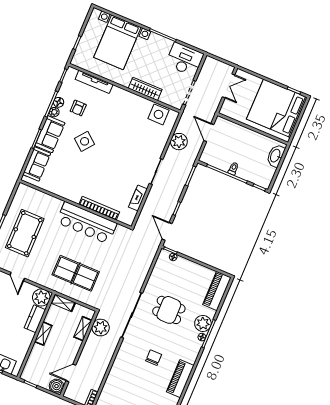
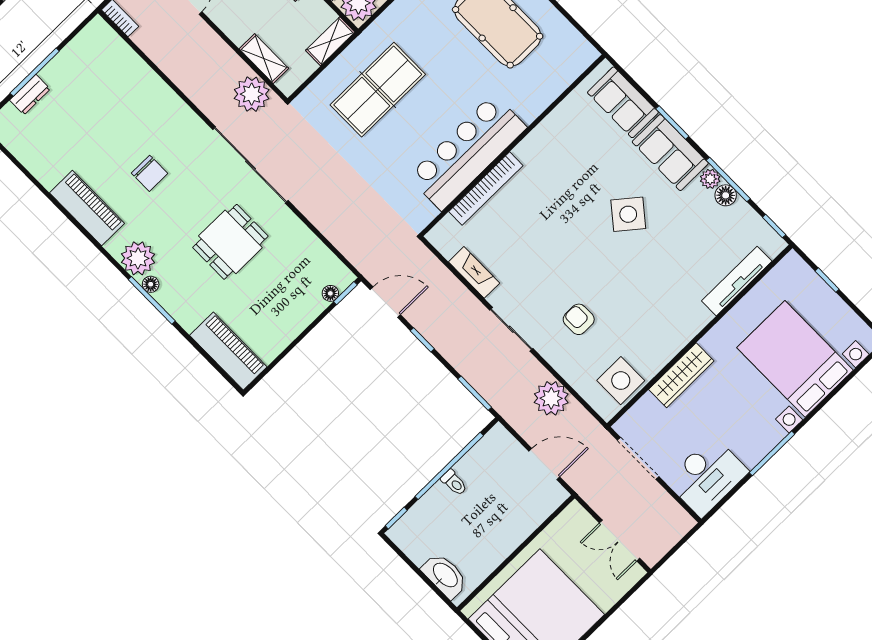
armchair: (78, 108) -> (579, 319), moved
plant: (203, 323) -> (138, 258), moved

